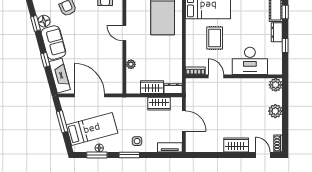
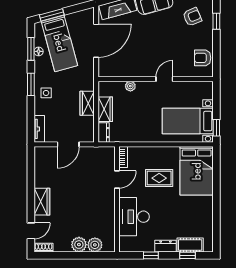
plant: (276, 85) -> (95, 245), moved
wardrobe: (159, 104) -> (87, 103), moved
window: (62, 122) -> (52, 15), moved

